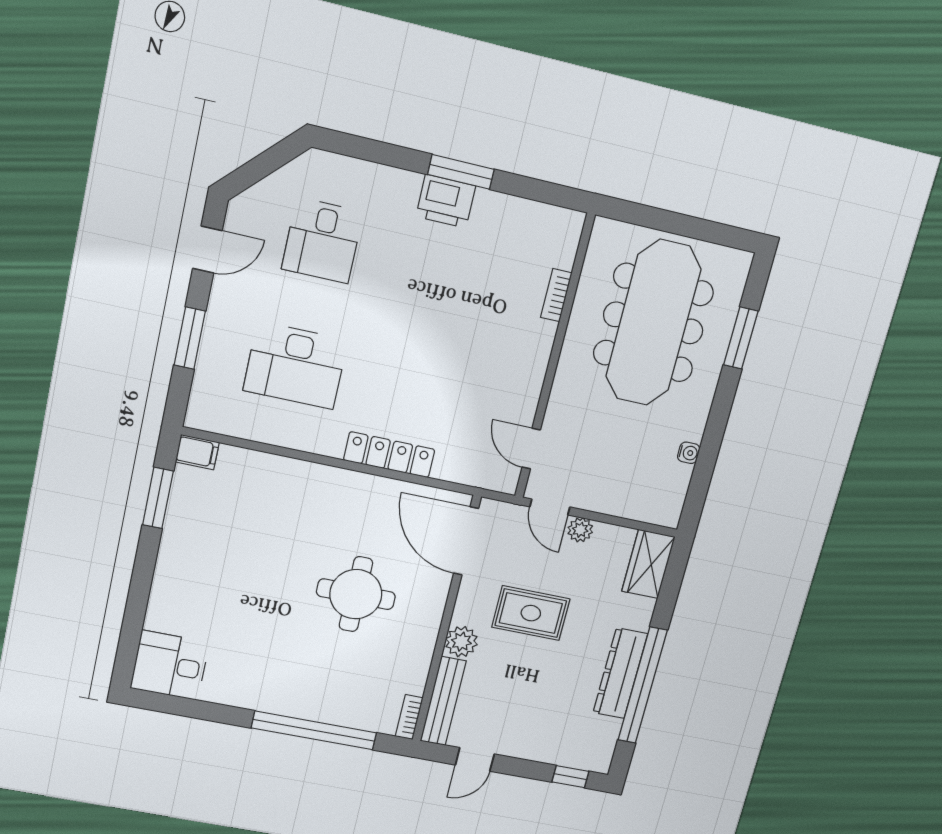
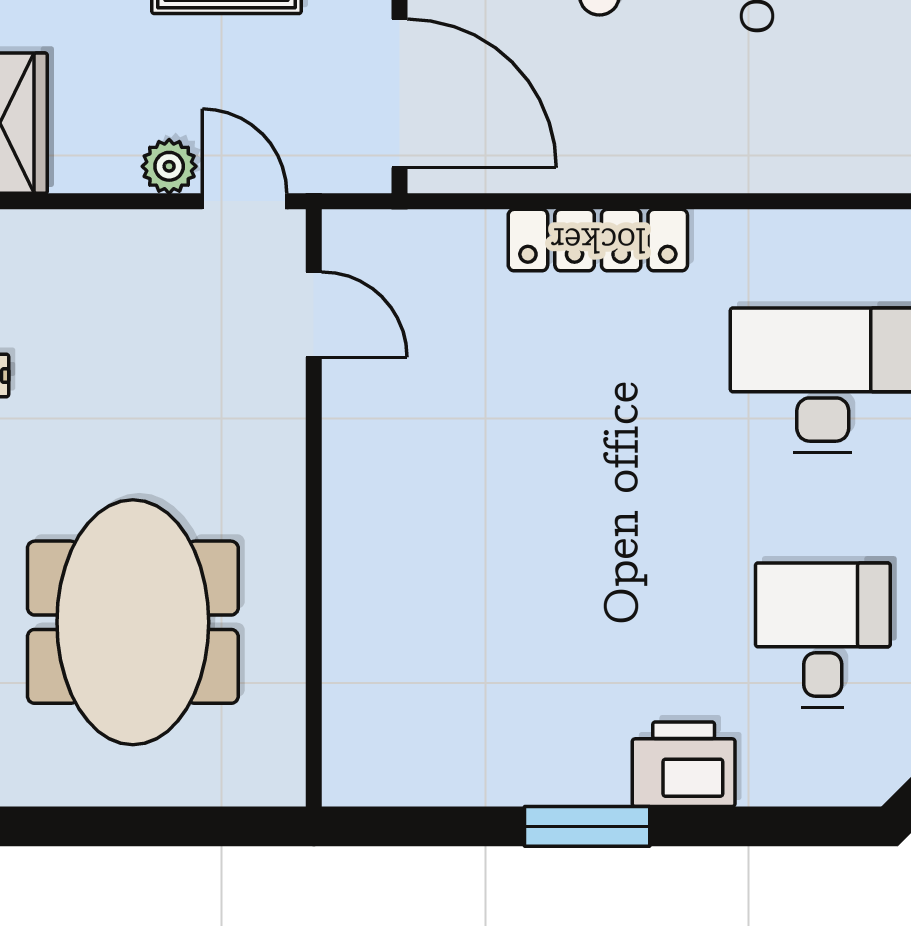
printer: (446, 201) -> (684, 764), moved
bookcase: (556, 295) -> (342, 633), removed
meeting table: (653, 323) -> (133, 622), width x0.73

